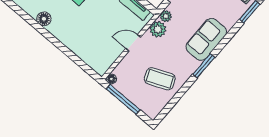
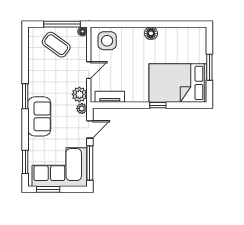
floor lamp: (44, 19) -> (151, 33), moved
side table: (98, 54) -> (107, 41), added
coffee table: (160, 79) -> (56, 45), moved, turned 59

